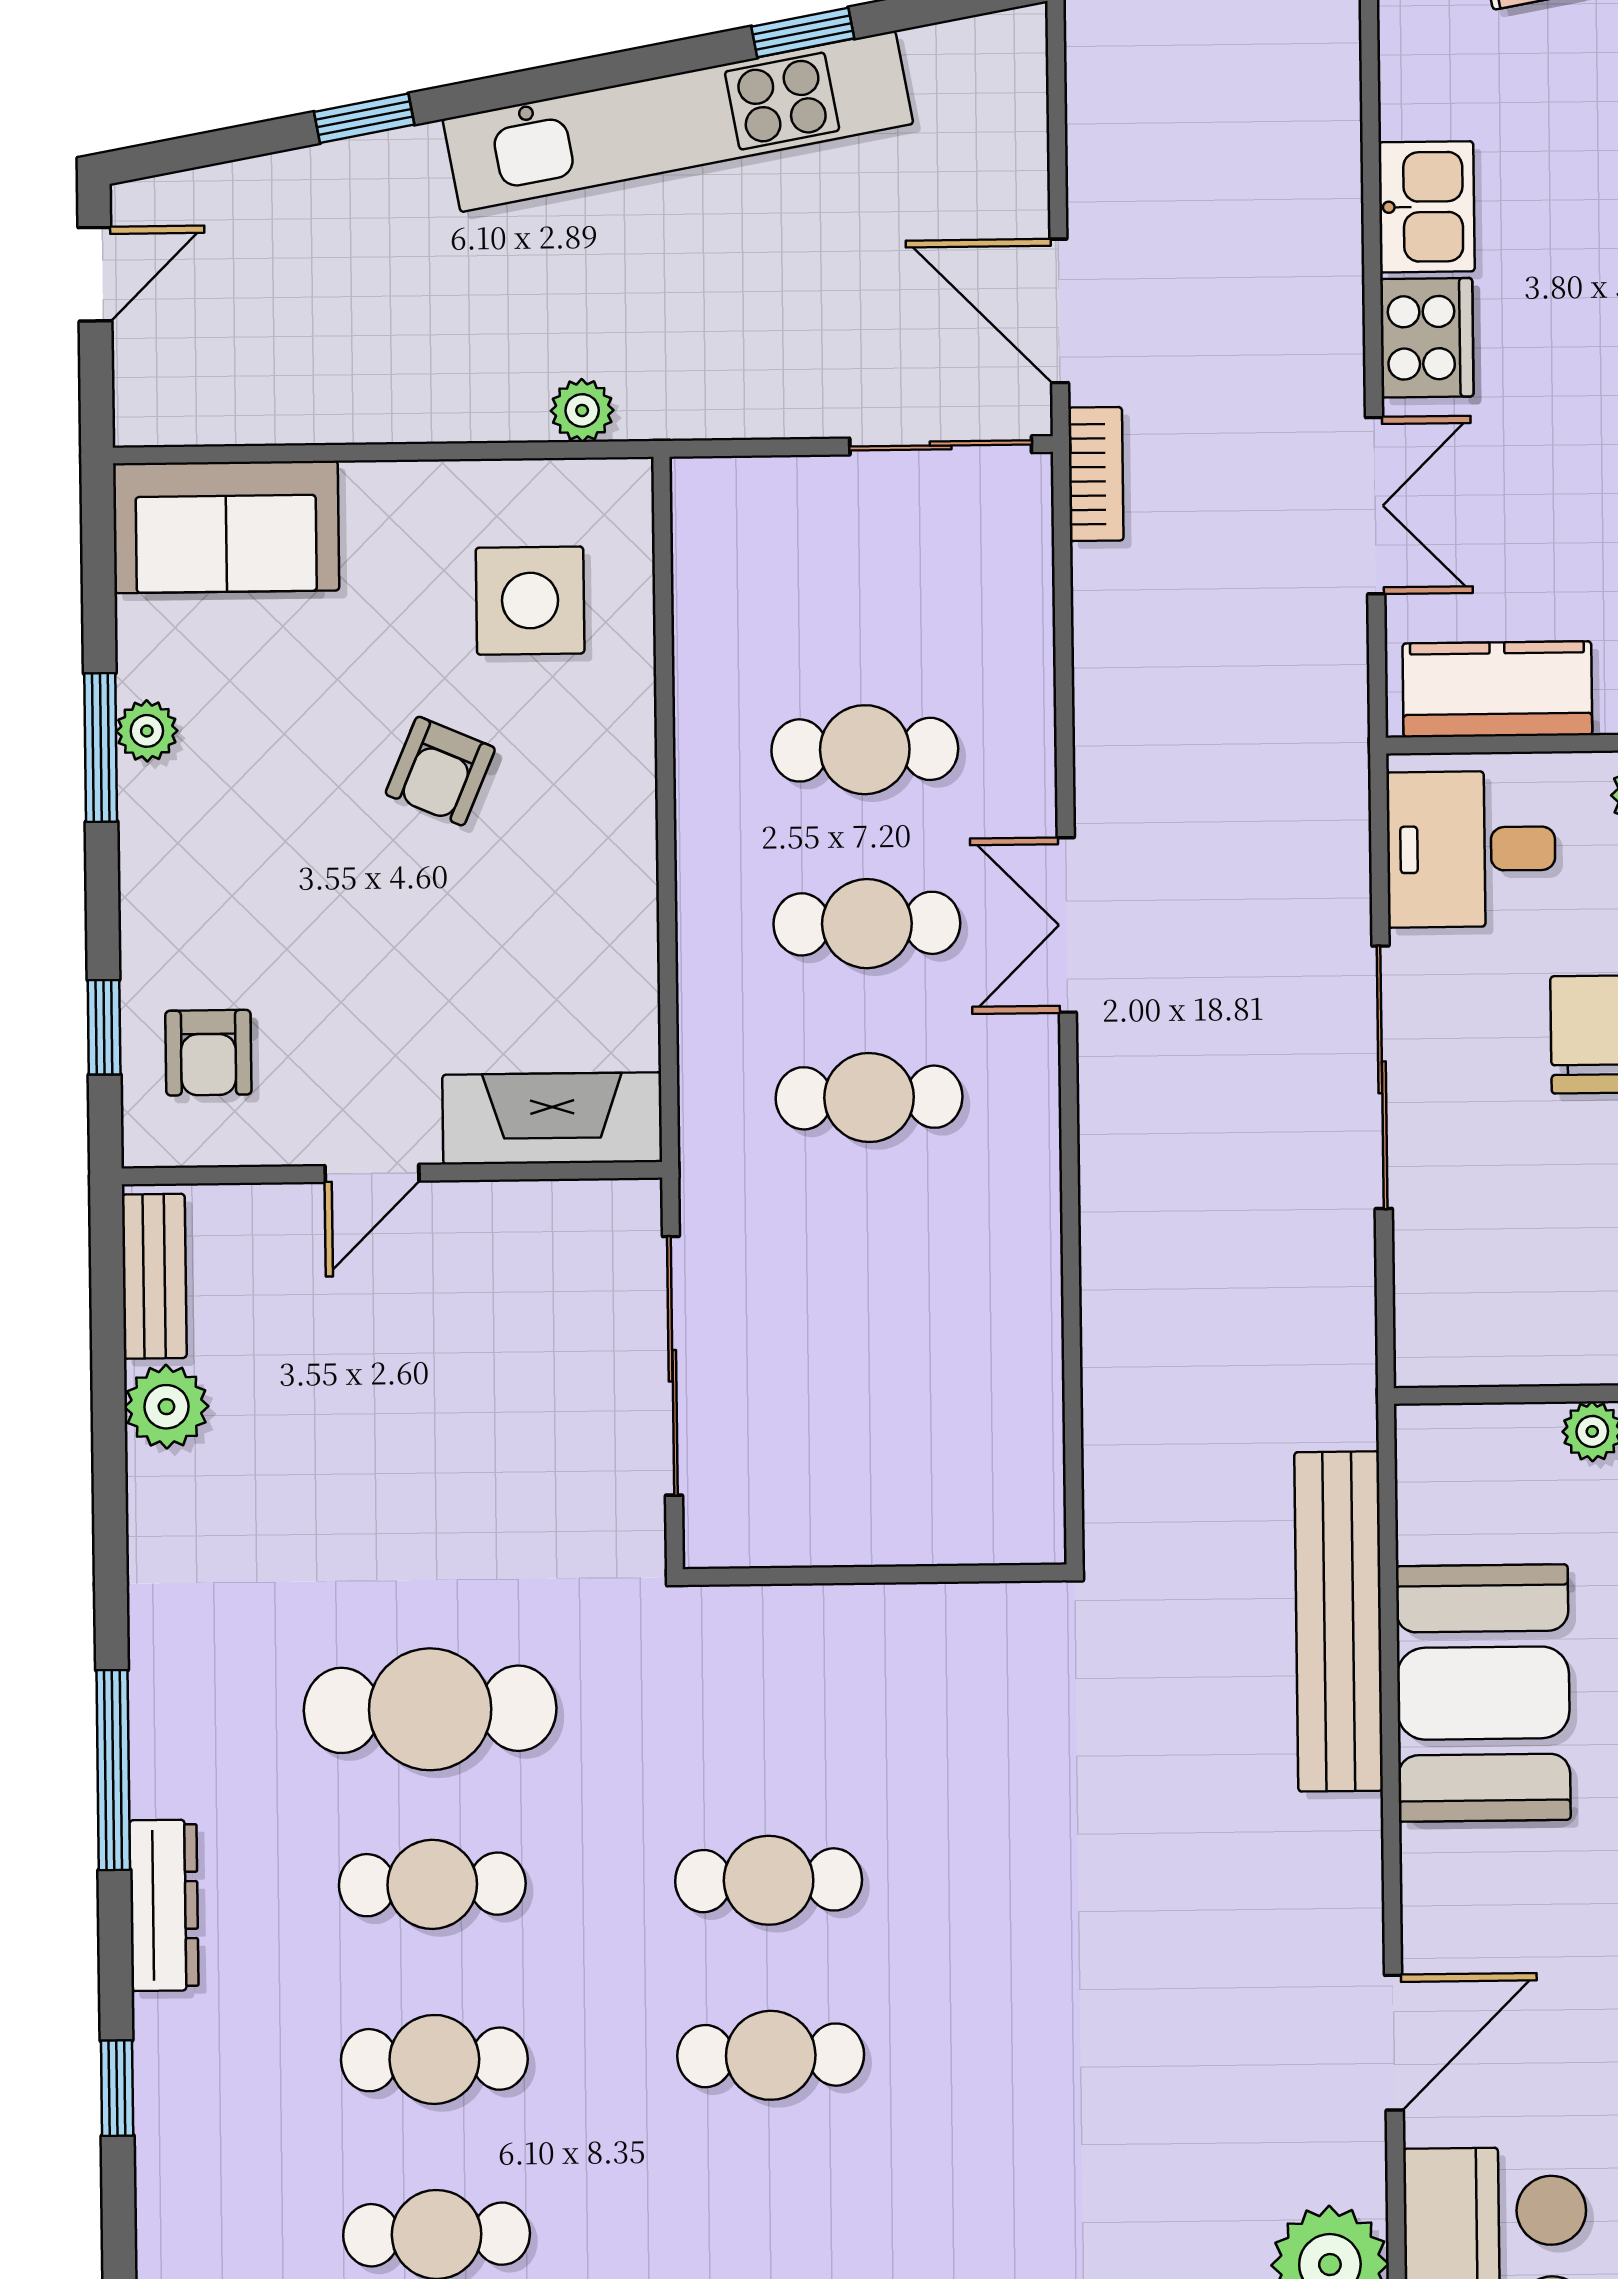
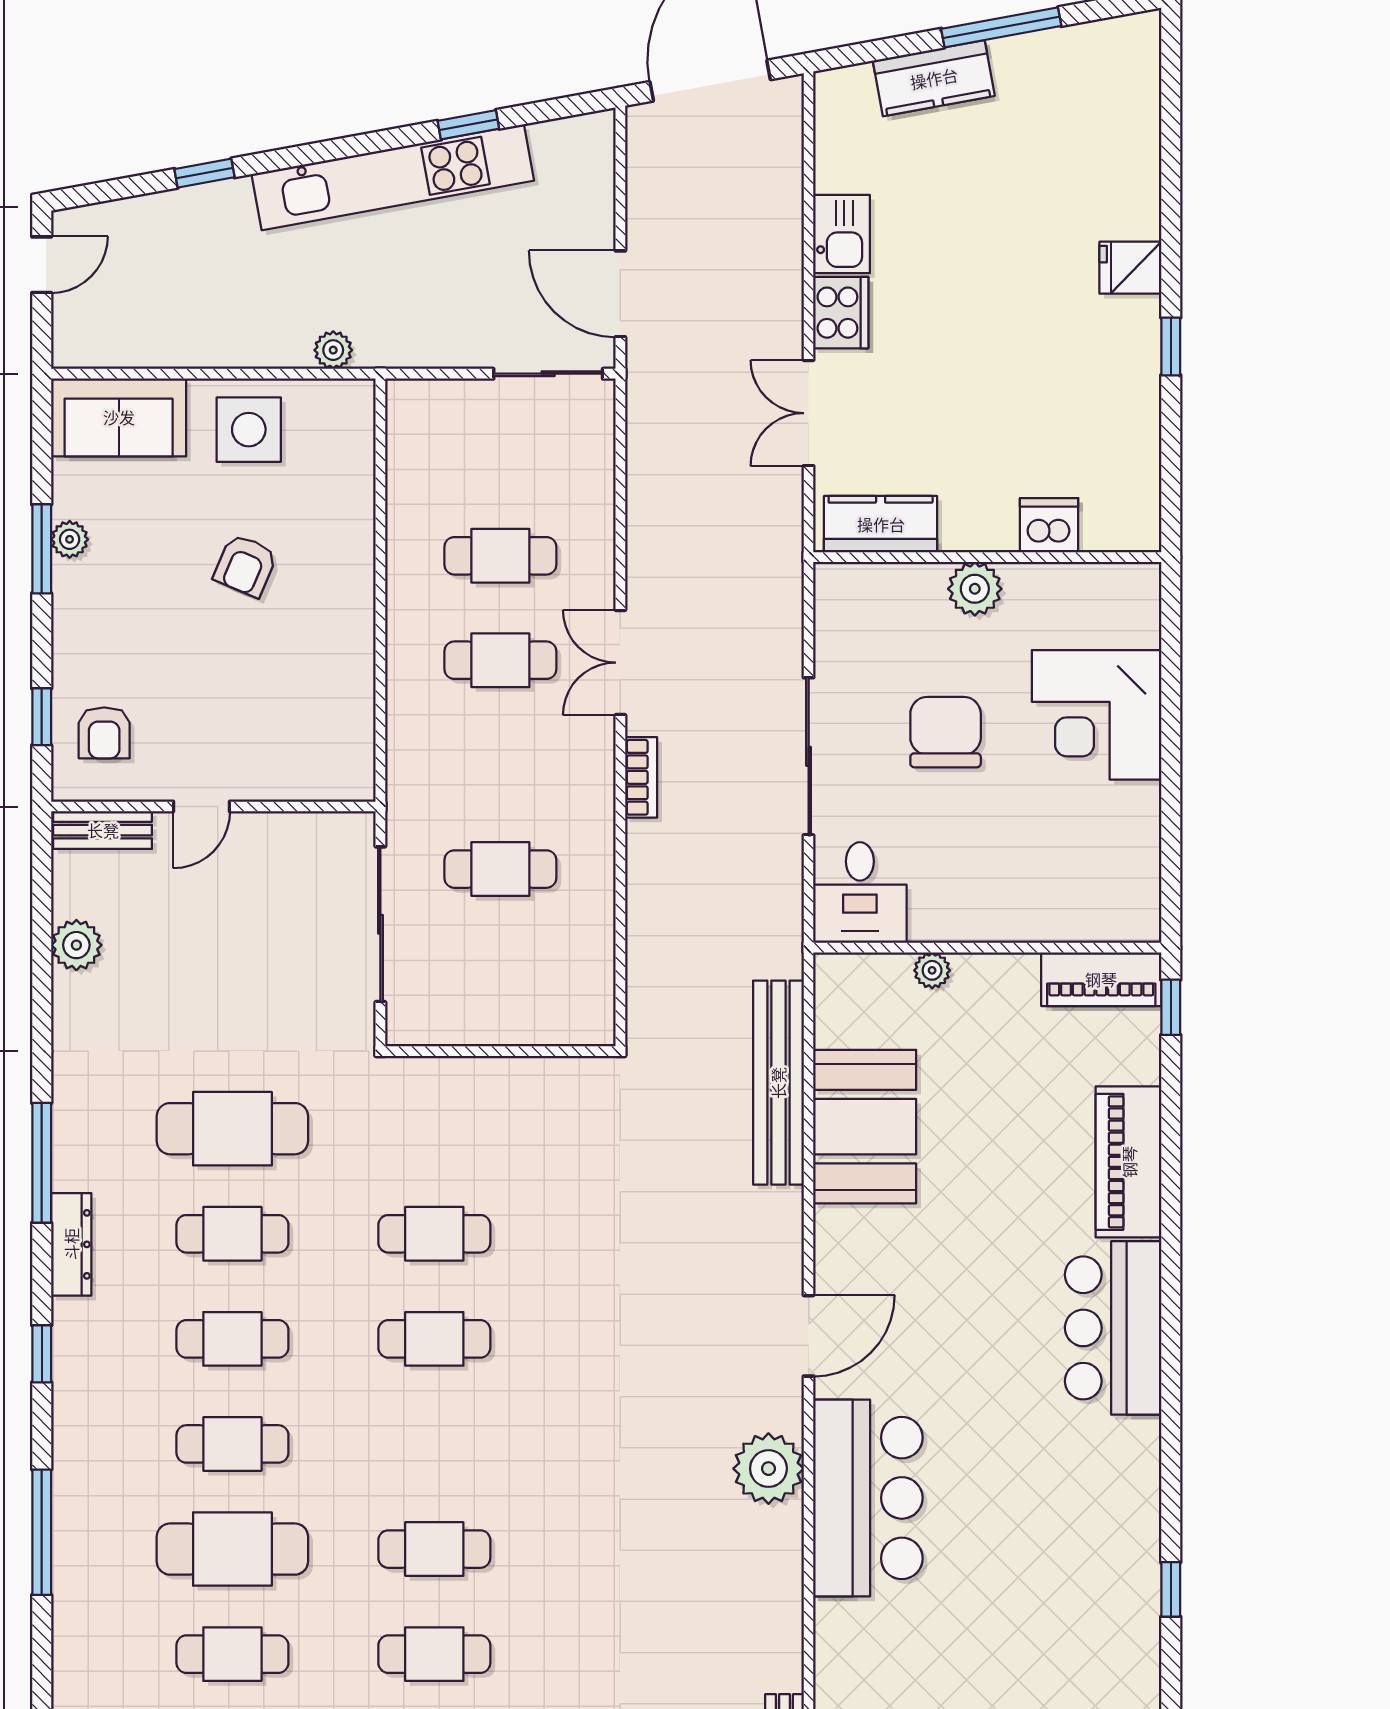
bookcase: (1096, 474) -> (641, 777), moved
double door: (1375, 506) -> (809, 413), swing flipped
side table: (530, 601) -> (249, 430), moved
desk: (1471, 849) -> (860, 893), moved, turned -90
cafe table: (869, 1098) -> (500, 869), moved
fireplace: (552, 1118) -> (310, 775), removed
bench: (154, 1276) -> (103, 830), moved, turned 90

